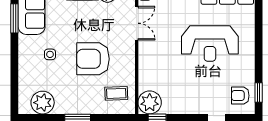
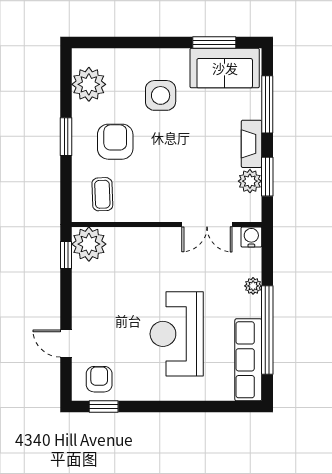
side table: (50, 54) -> (161, 95), width x1.87, depth x1.87
armchair: (93, 59) -> (115, 142), moved, width x0.73, depth x0.73

